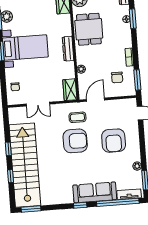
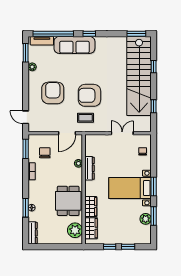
dresser: (68, 49) -> (89, 168), moved
wardrobe: (70, 90) -> (91, 207), moved
window: (8, 149) -> (154, 106), moved

